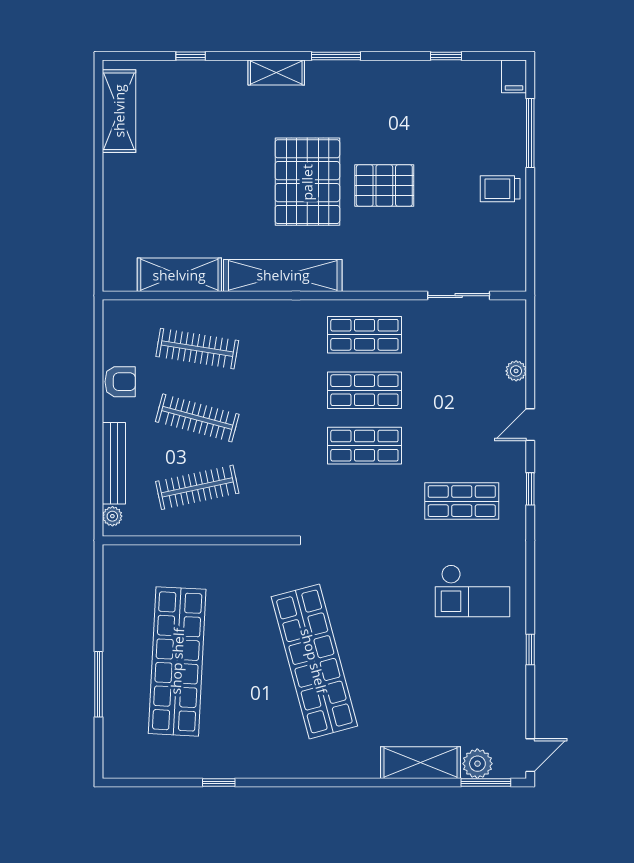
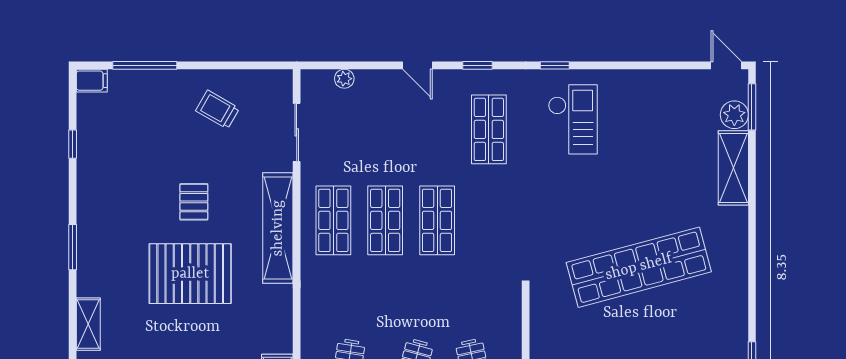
shelving: (276, 73) -> (88, 324), moved
pallet: (384, 186) -> (194, 202), width x0.67, depth x0.71
trolley: (500, 189) -> (218, 109), moved, turned 120
shelving: (283, 275) -> (278, 228), moved
plant: (516, 371) -> (344, 79), moved
window: (530, 650) -> (555, 65), moved

